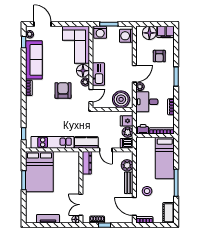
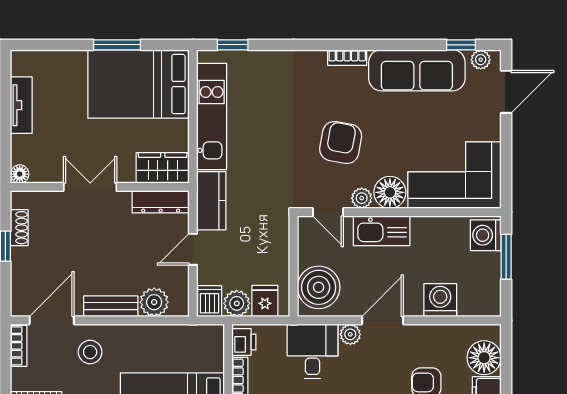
washing machine: (126, 36) -> (440, 300), moved
door: (134, 74) -> (383, 320), swing flipped
armchair: (63, 90) -> (341, 143), turned -80
wardrobe: (73, 162) -> (163, 168), added
double door: (81, 205) -> (90, 187), moved

